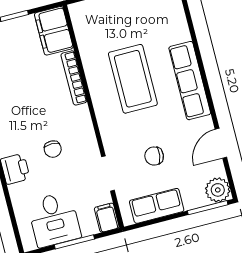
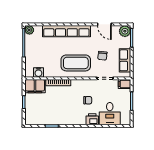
water cooler: (85, 31) -> (38, 72), added
coffee table: (133, 79) -> (76, 63), moved
row of seats: (190, 81) -> (66, 31), width x1.36
desk: (54, 219) -> (110, 114), moved, turned 90

